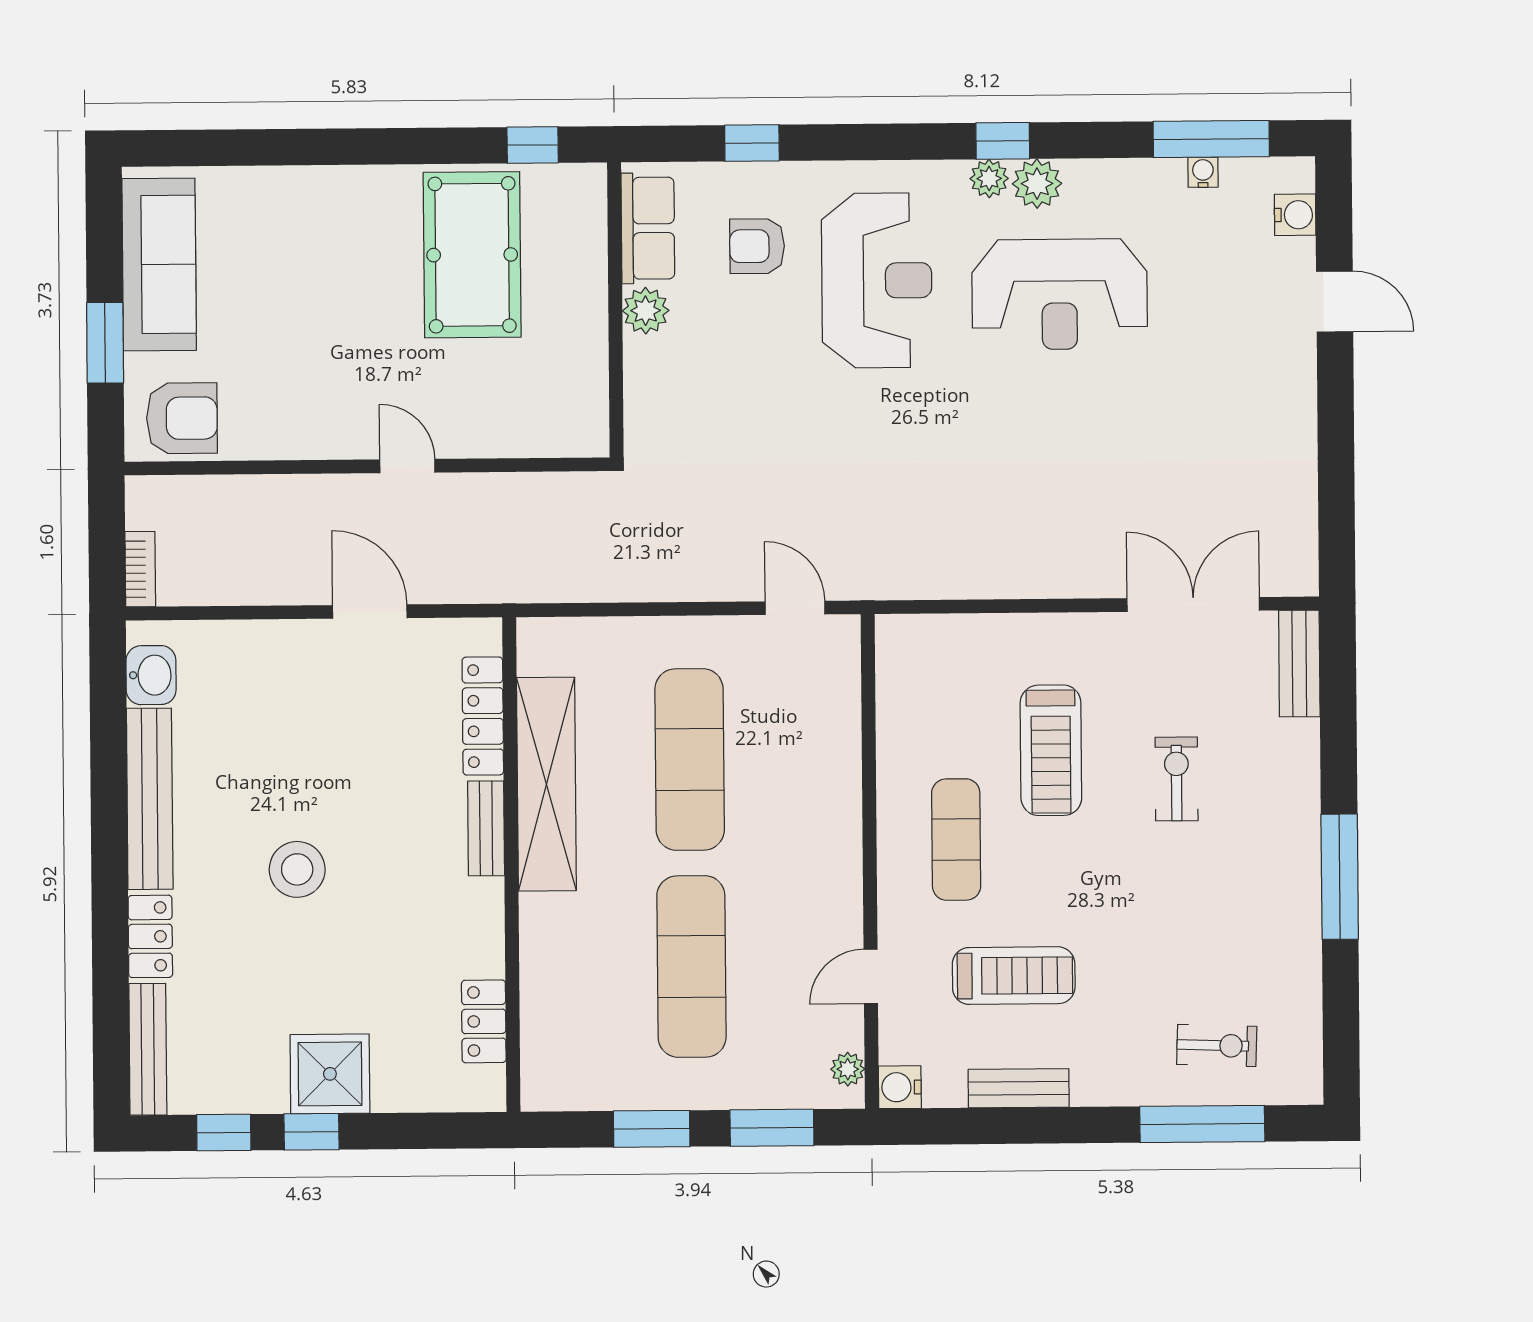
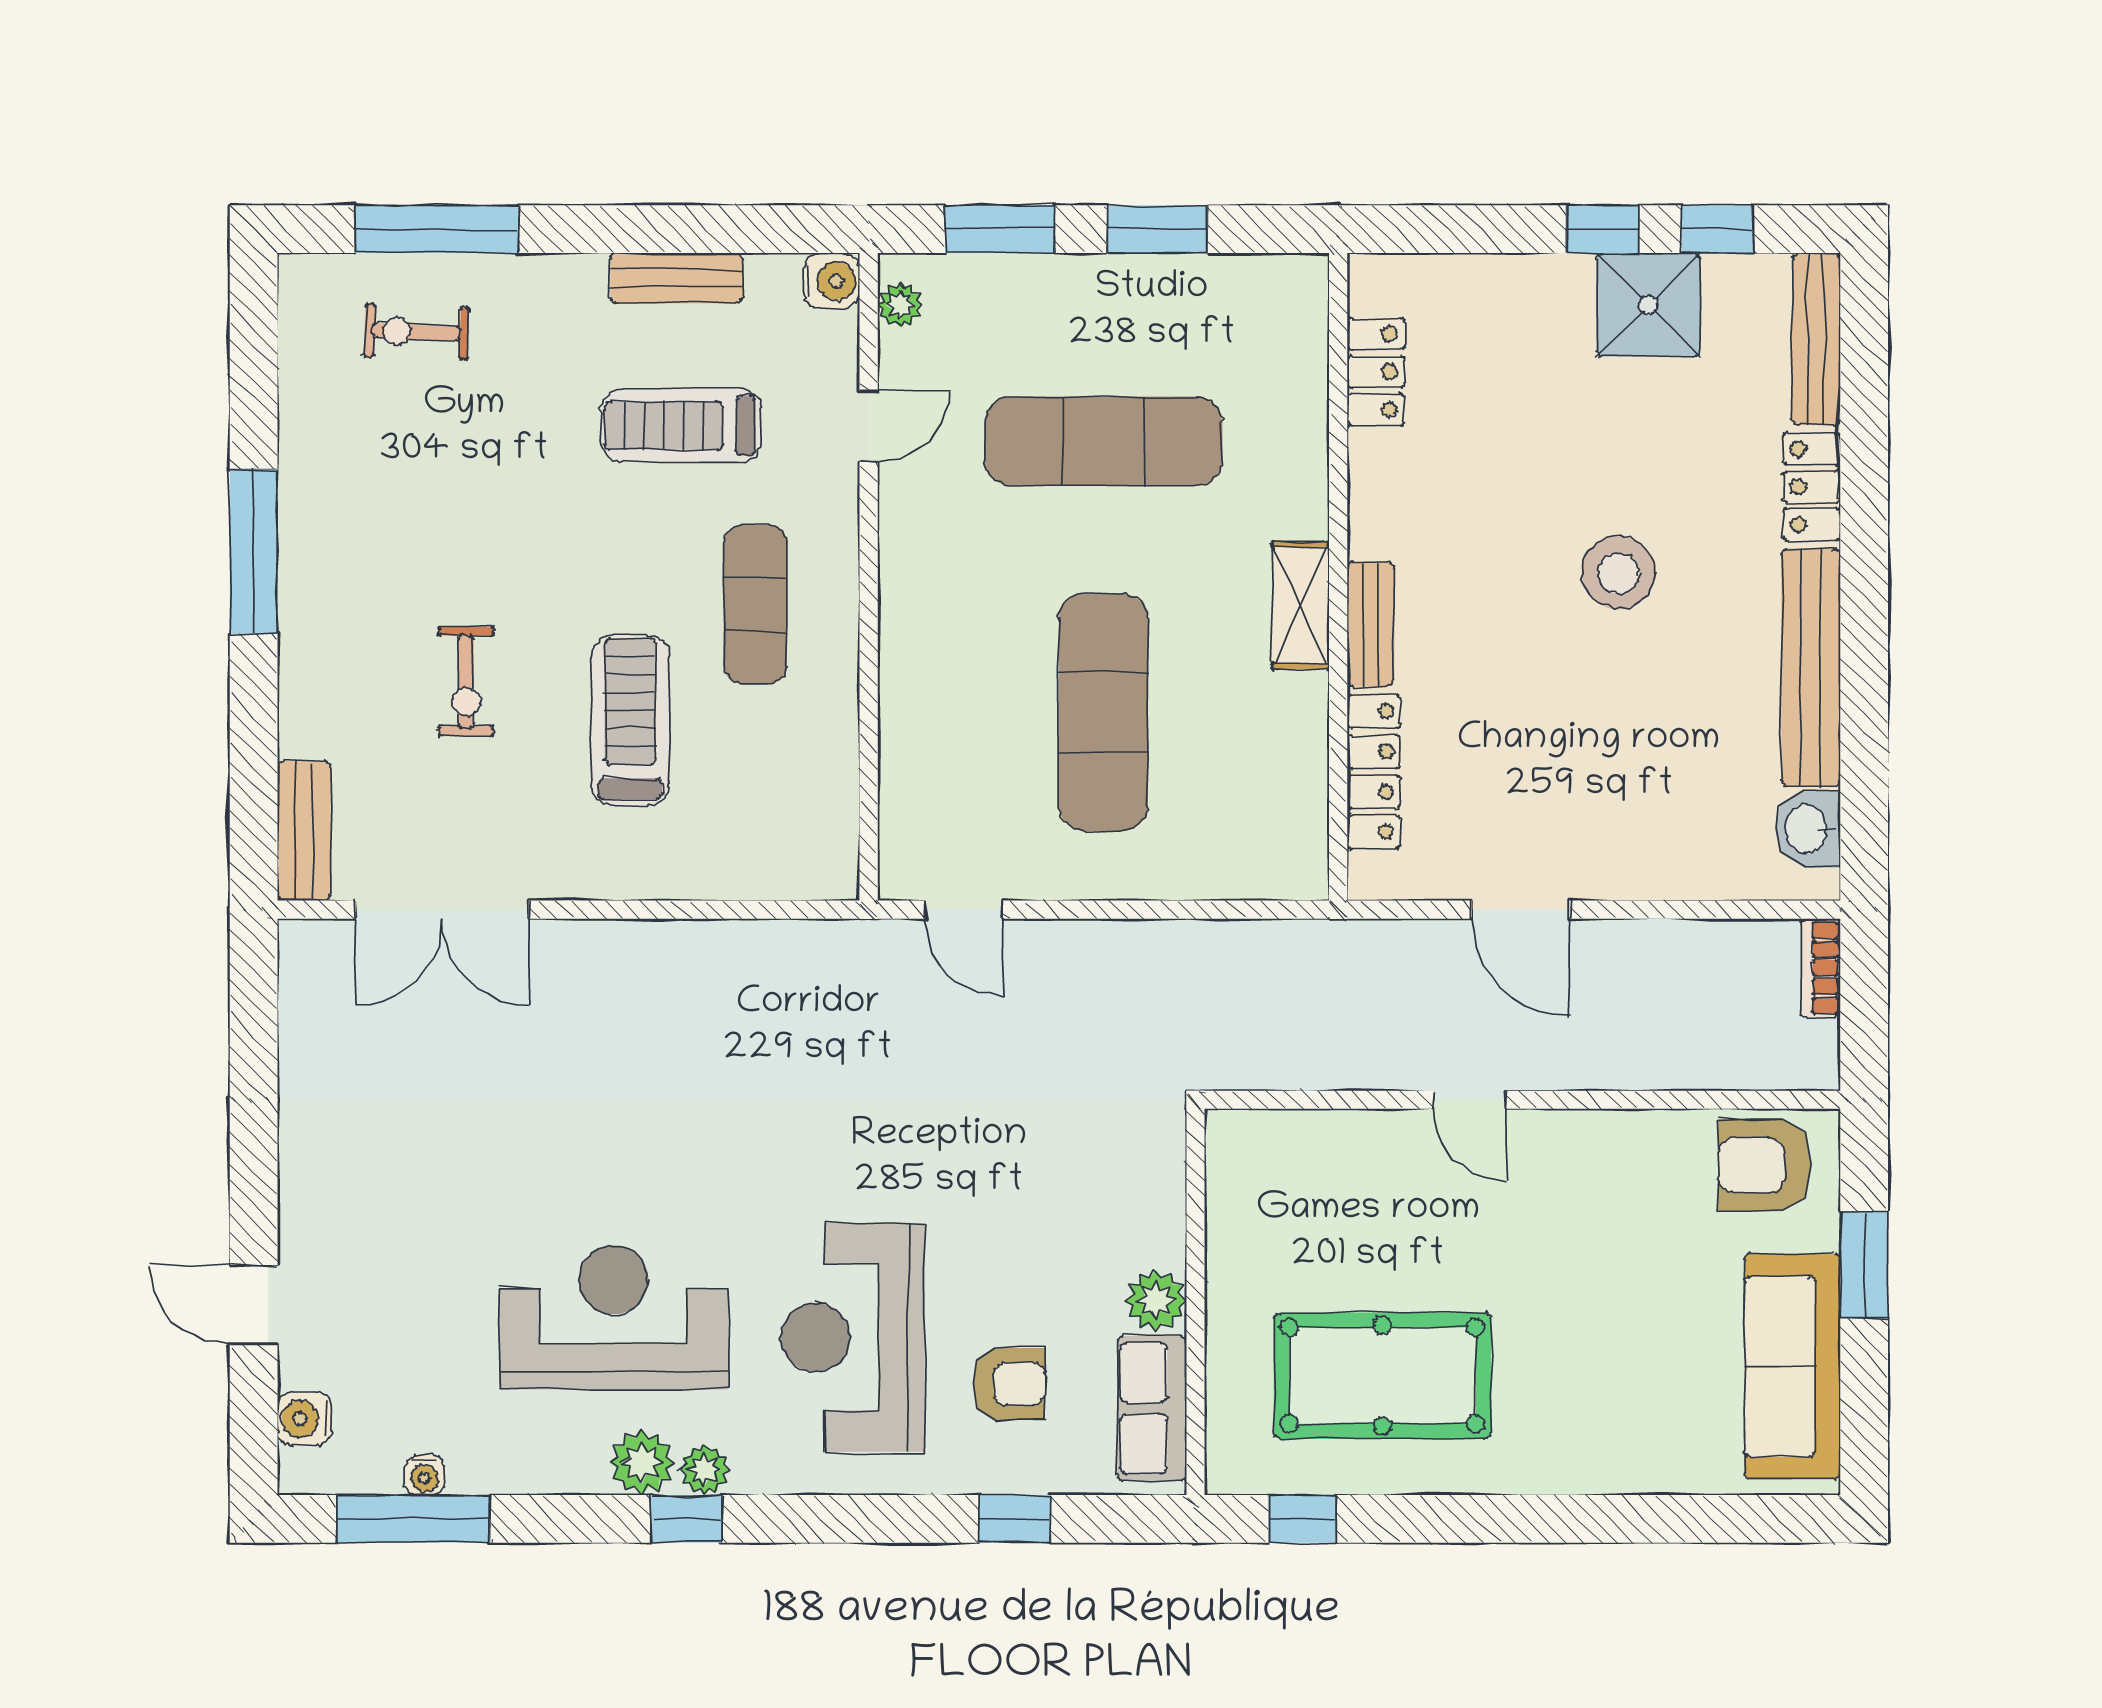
pool table: (472, 255) -> (1382, 1376), turned 90
shelving: (546, 784) -> (1301, 605), width x0.45, depth x0.75
exercise mat: (691, 966) -> (1103, 441), turned 90
shower: (330, 1074) -> (1648, 305), moved

